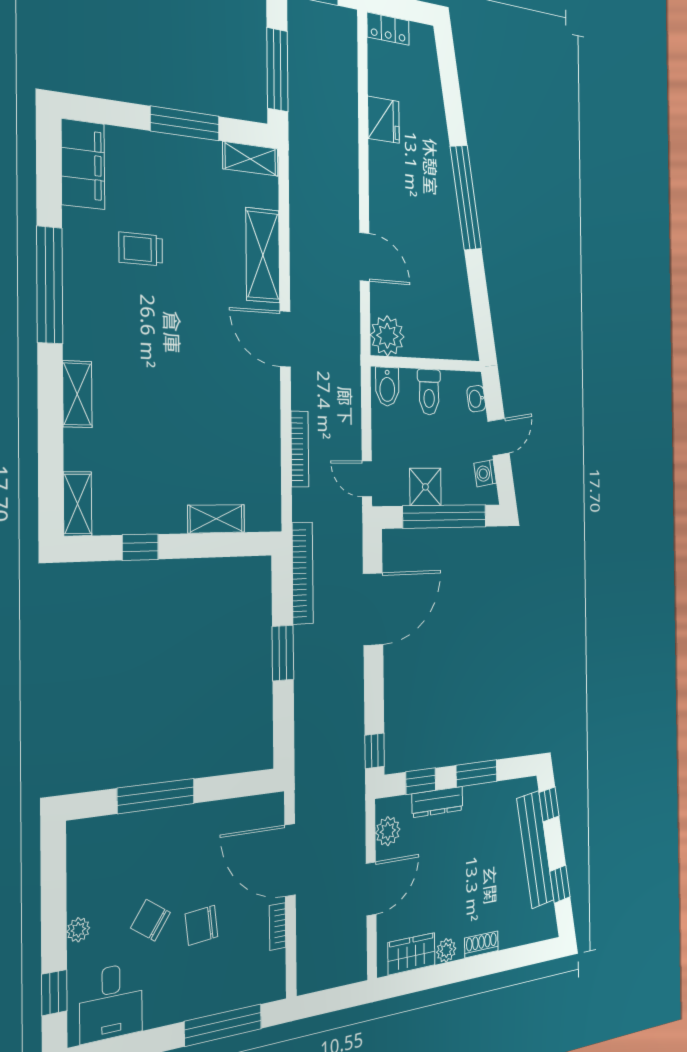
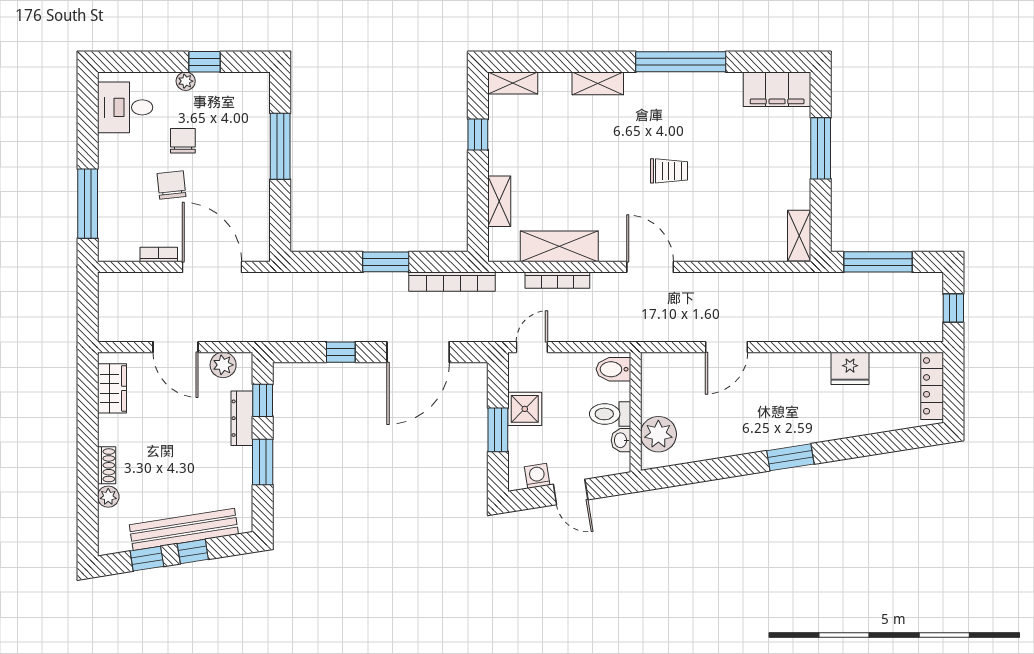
locker: (388, 29) -> (932, 386), width x1.53
window: (185, 123) -> (821, 148), moved
window: (466, 198) -> (790, 457), width x0.47
trolley: (141, 249) -> (669, 171), moved, turned 90
shelving: (263, 255) -> (559, 246), moved
plant: (387, 336) -> (658, 434), moved
door: (285, 339) -> (650, 267), hinge flipped
washbasin: (476, 399) -> (621, 440), moved, turned -81
window: (445, 516) -> (498, 430), width x0.47
door: (373, 609) -> (418, 352), hinge flipped
window: (375, 751) -> (341, 352), moved
window: (549, 804) -> (193, 551), moved
door: (290, 860) -> (212, 267), hinge flipped
chair: (151, 920) -> (183, 141), turned -34
plant: (446, 950) -> (108, 497), moved
window: (54, 993) -> (205, 62), moved

